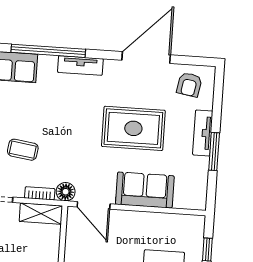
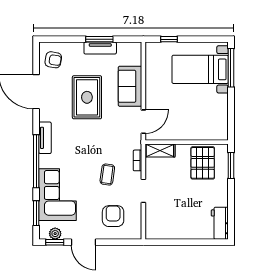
tv unit: (203, 133) -> (100, 48), moved
floor lamp: (66, 192) -> (135, 142), removed
shelving: (41, 214) -> (160, 150), moved, turned 90

